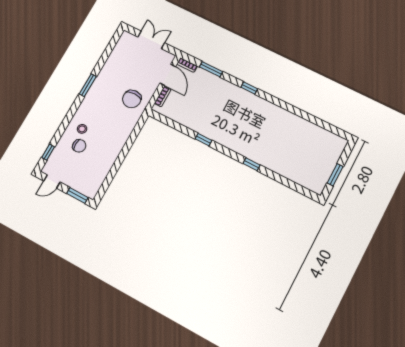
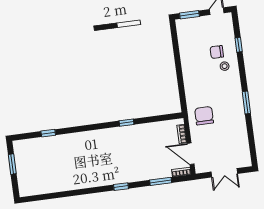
window: (48, 152) -> (239, 45), moved
window: (251, 164) -> (48, 133), moved

